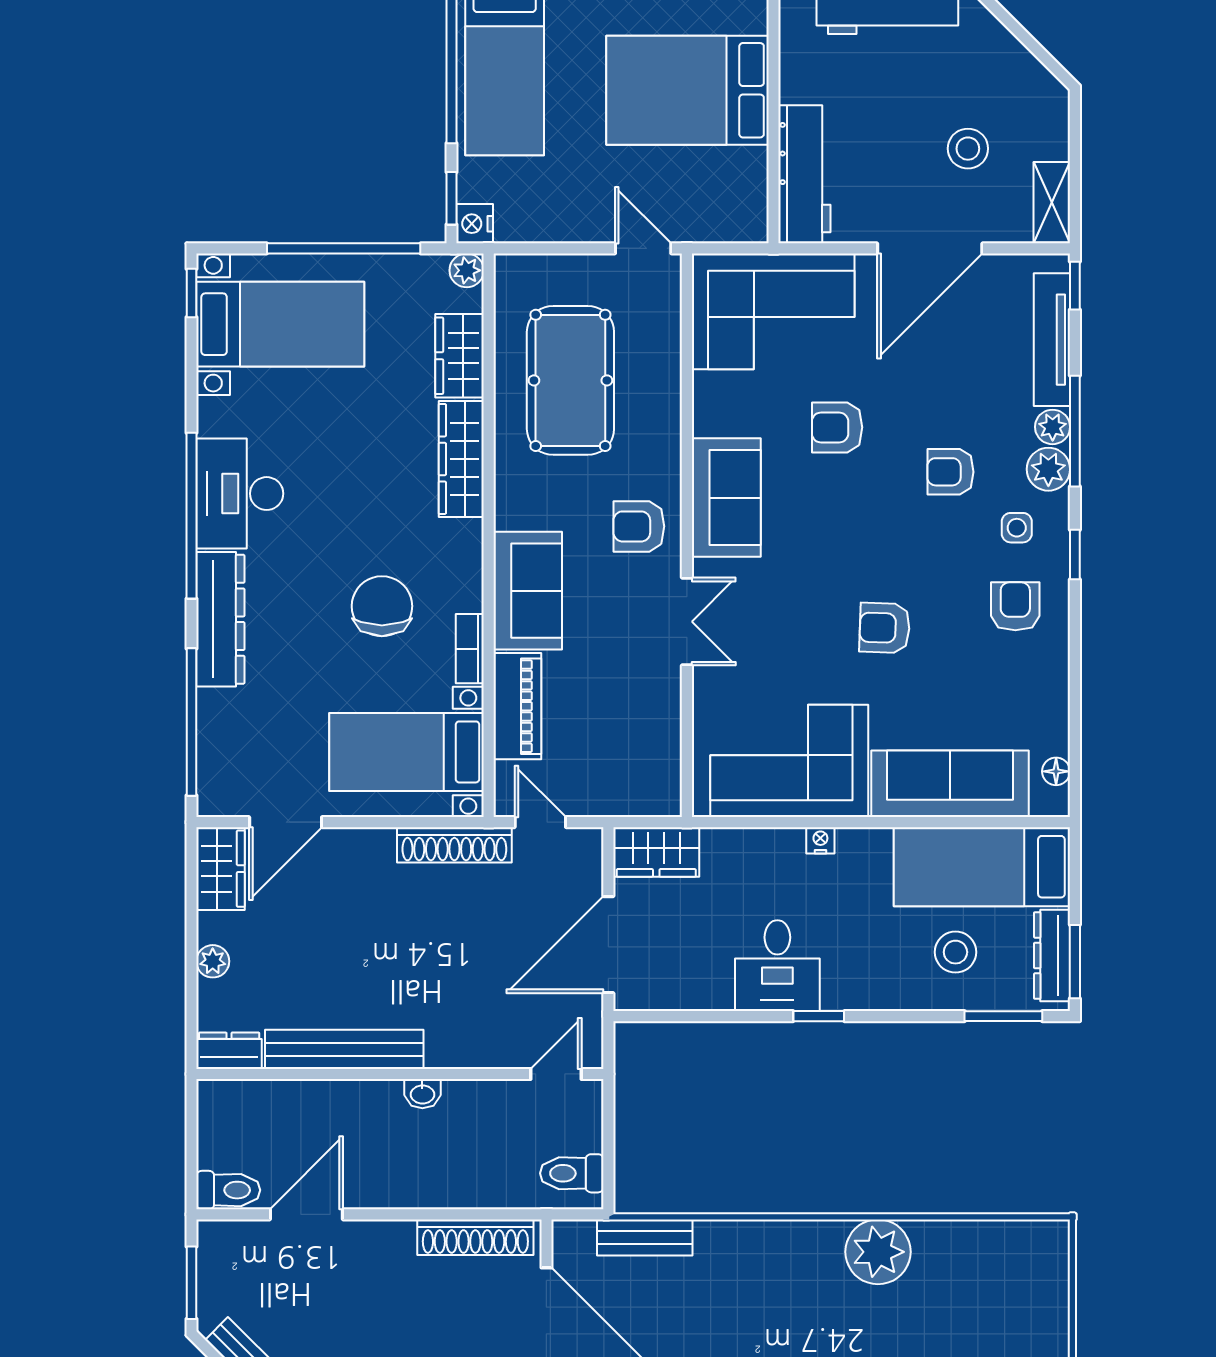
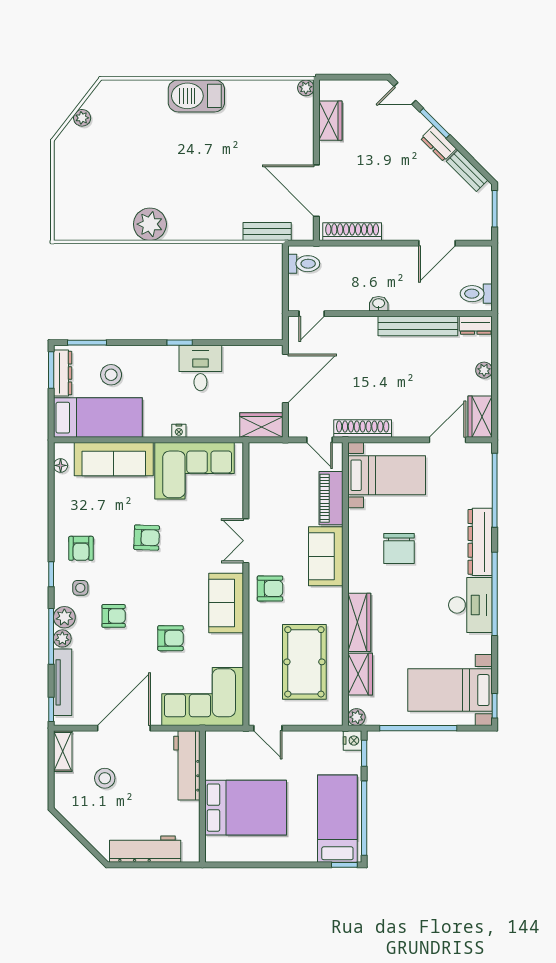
bookcase: (470, 649) -> (355, 527), removed
toilet: (228, 1190) -> (476, 294), moved

